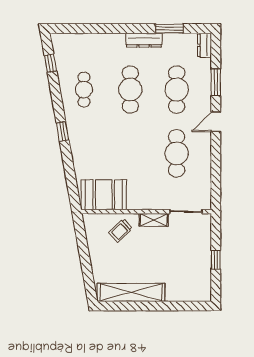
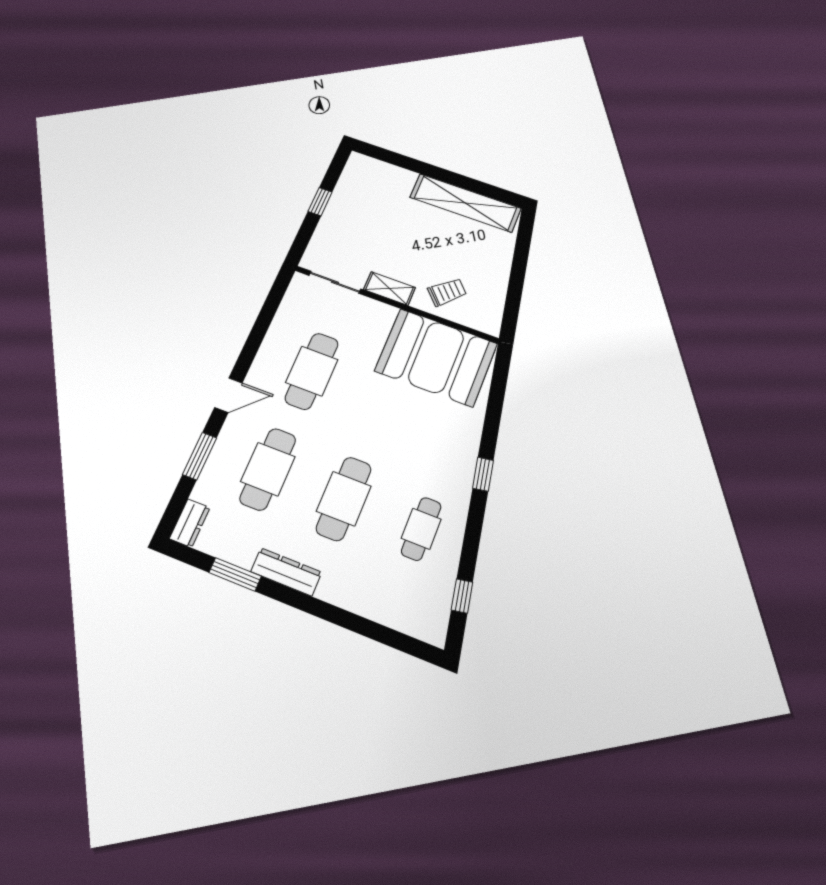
booth: (104, 195) -> (436, 357), width x1.36, depth x1.42

